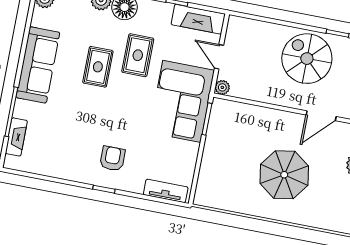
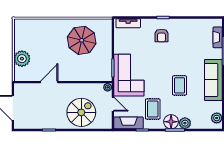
rug: (138, 55) -> (153, 109), moved
spiral stairs: (307, 59) -> (81, 112), moved, turned -90
parasol: (284, 175) -> (82, 40), moved

